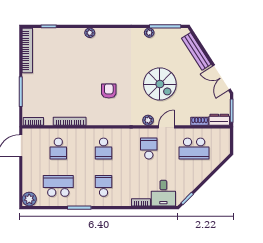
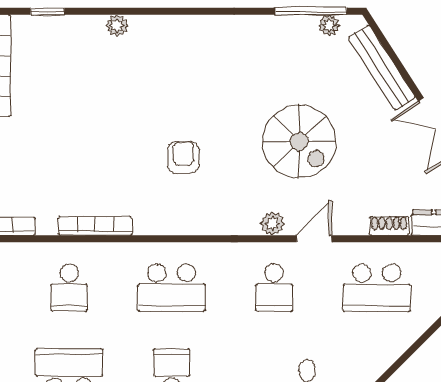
plant: (90, 33) -> (117, 26), moved
plant: (149, 33) -> (329, 25), moved
school desk: (104, 149) -> (172, 288), width x1.85
school desk: (149, 149) -> (274, 288), turned 180

